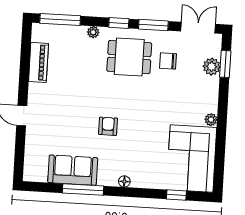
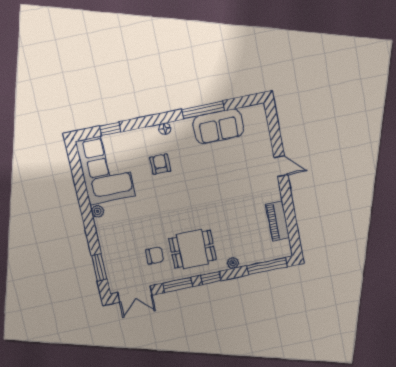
plant: (212, 67) -> (112, 261), removed
armchair: (108, 126) -> (160, 164), moved, turned 180

